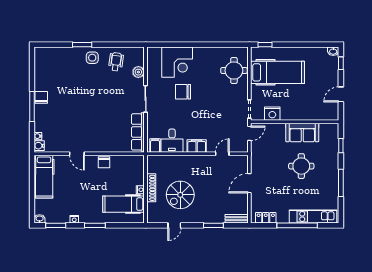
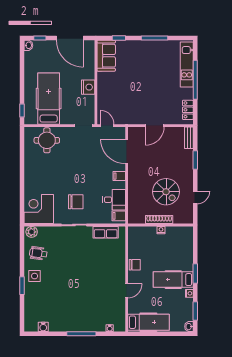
corner desk: (177, 62) -> (39, 209), moved, turned -90
plant: (138, 72) -> (32, 232), moved
chair: (183, 92) -> (76, 202), moved, turned -90
door: (341, 94) -> (70, 38), width x1.88
chair: (41, 97) -> (73, 325), removed
nightstand: (272, 114) -> (88, 87), moved
row of seats: (138, 132) -> (106, 232), width x0.68
sofa: (302, 132) -> (106, 56), moved
water cooler: (39, 146) -> (43, 327), moved
filing cabinet: (197, 146) -> (119, 176), width x0.50
door: (222, 154) -> (127, 151), width x1.88
round table: (301, 166) -> (138, 76), removed
door: (249, 183) -> (155, 126), hinge flipped
hospital bed: (124, 204) -> (173, 280), moved, turned 90
door: (174, 225) -> (195, 197), hinge flipped

